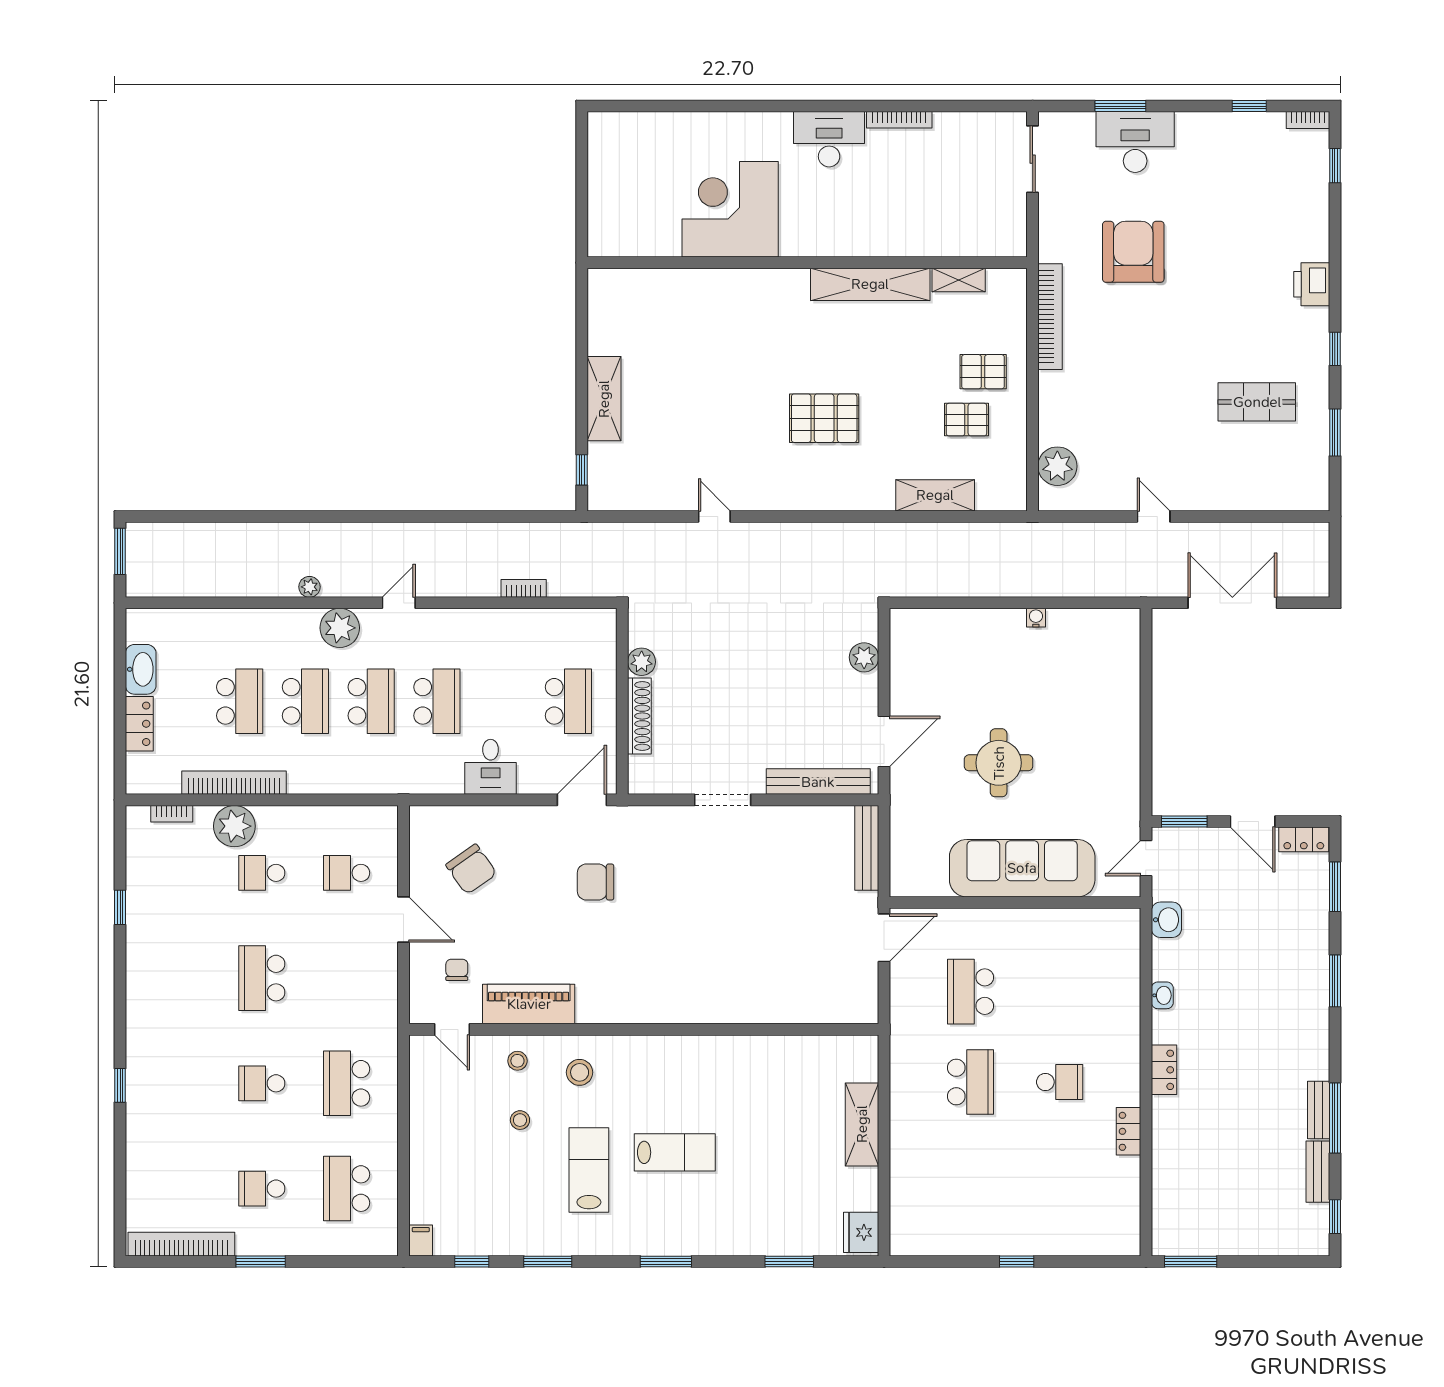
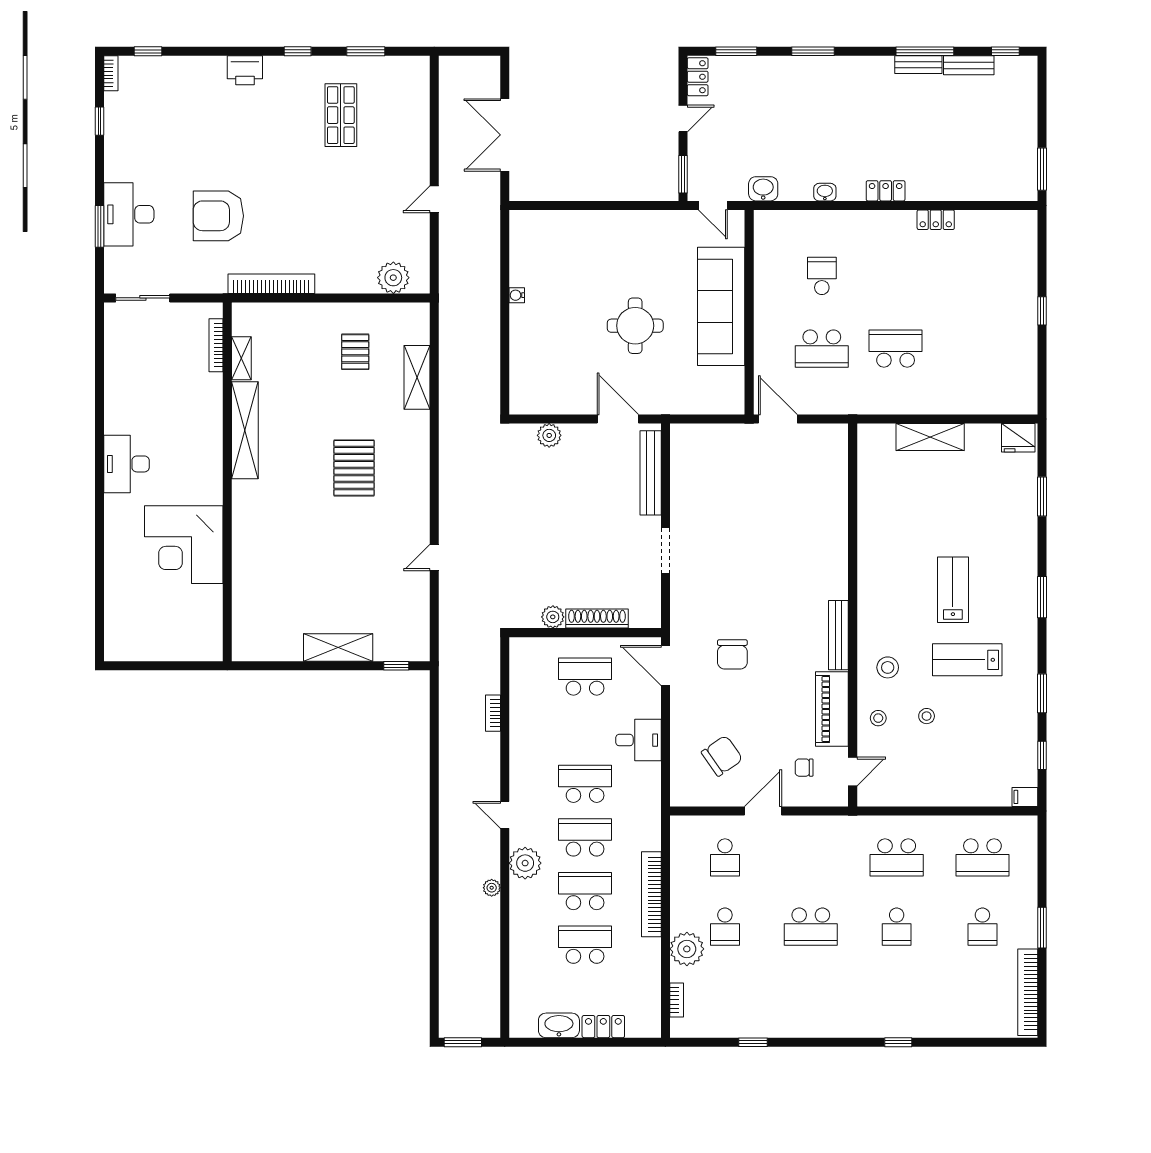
bookcase: (899, 120) -> (216, 345), moved, turned 180
pallet: (983, 372) -> (316, 338), removed
bookcase: (234, 783) -> (651, 894), moved
door: (1253, 821) -> (683, 118), width x0.73
bench: (867, 848) -> (838, 635), moved, turned 90
school desk: (1060, 1082) -> (822, 276), moved

